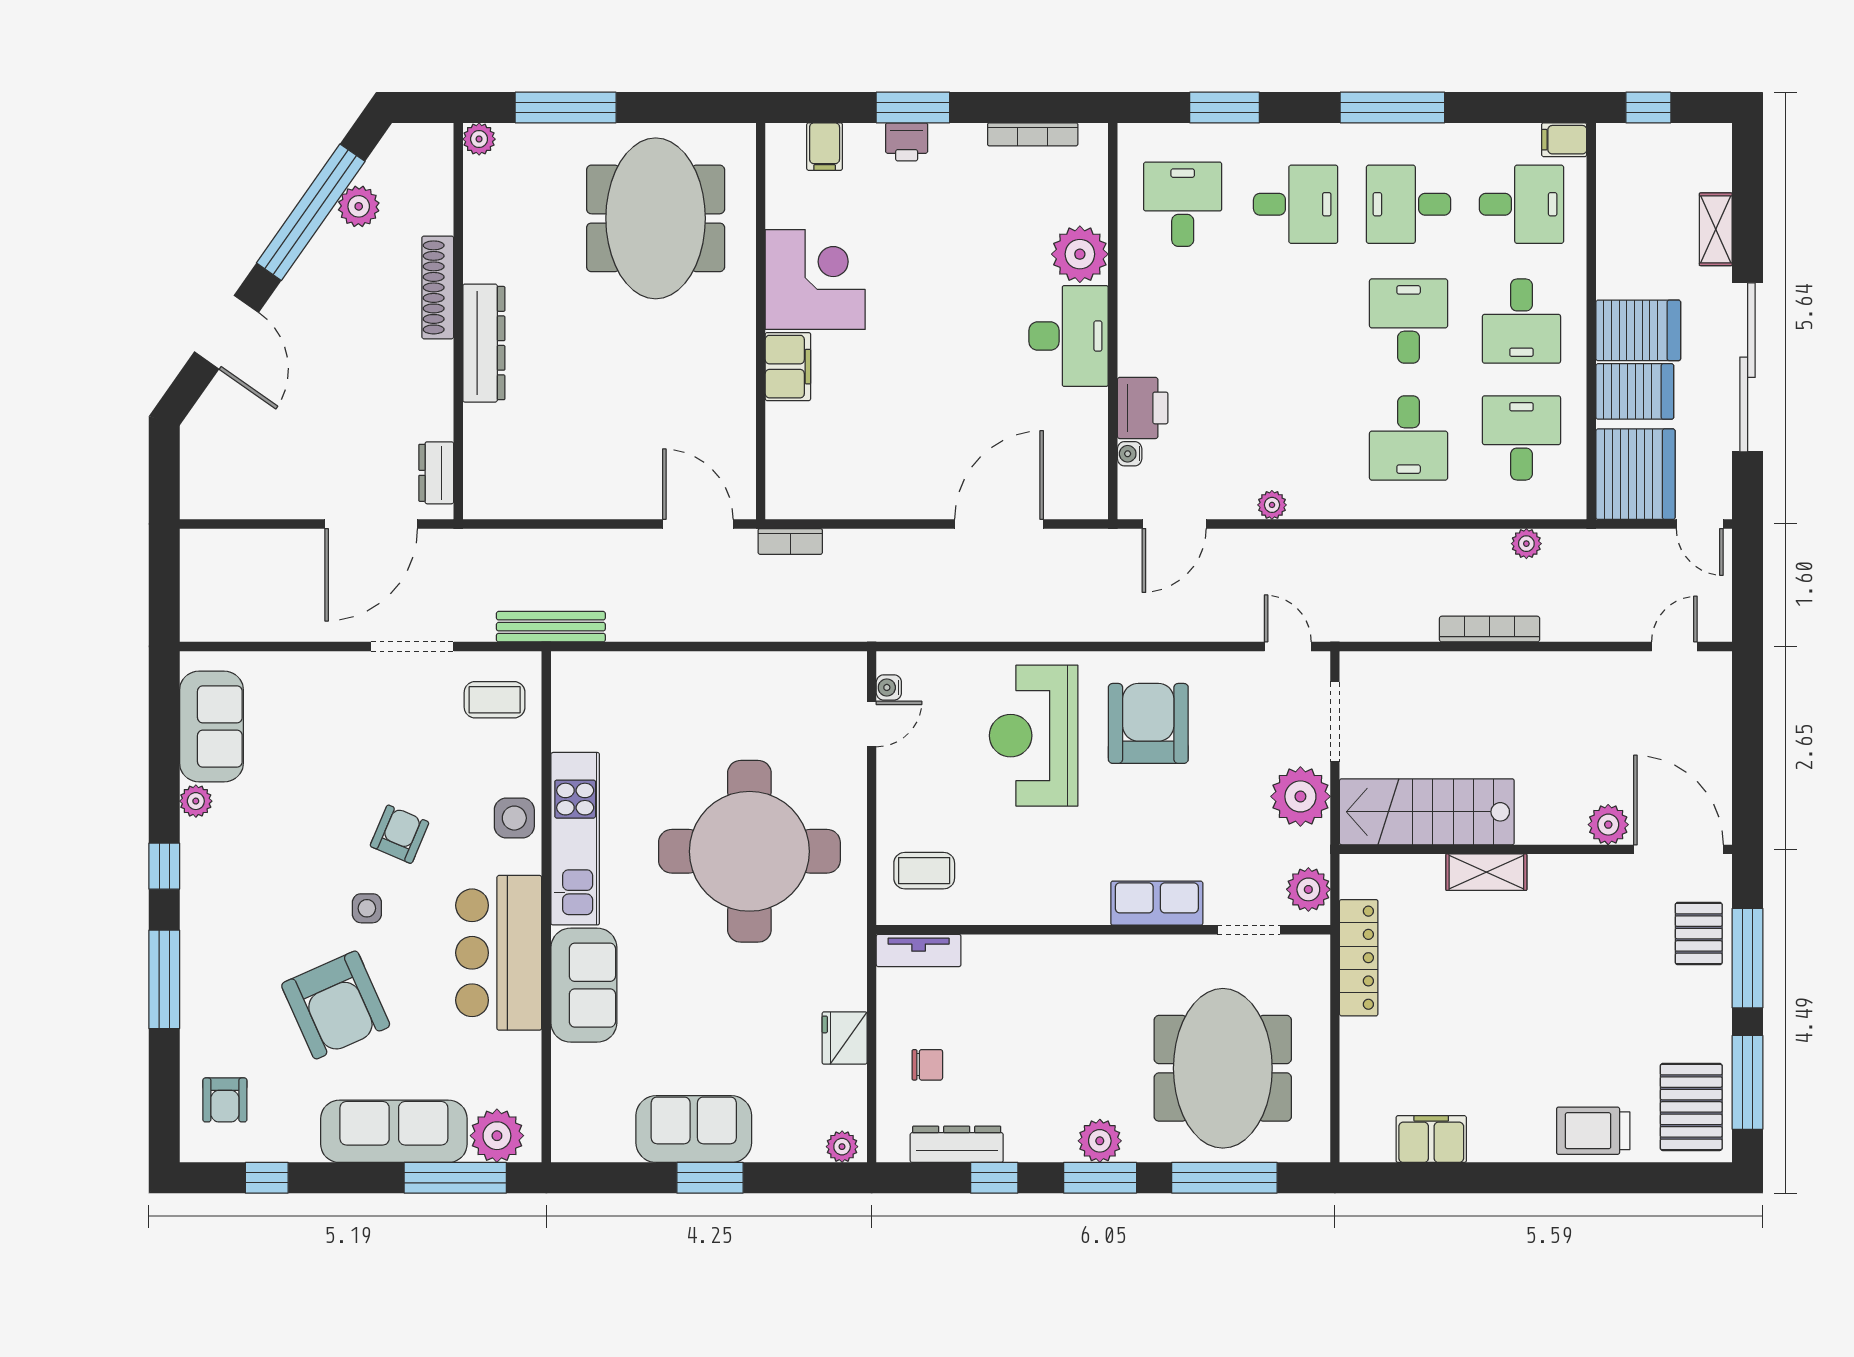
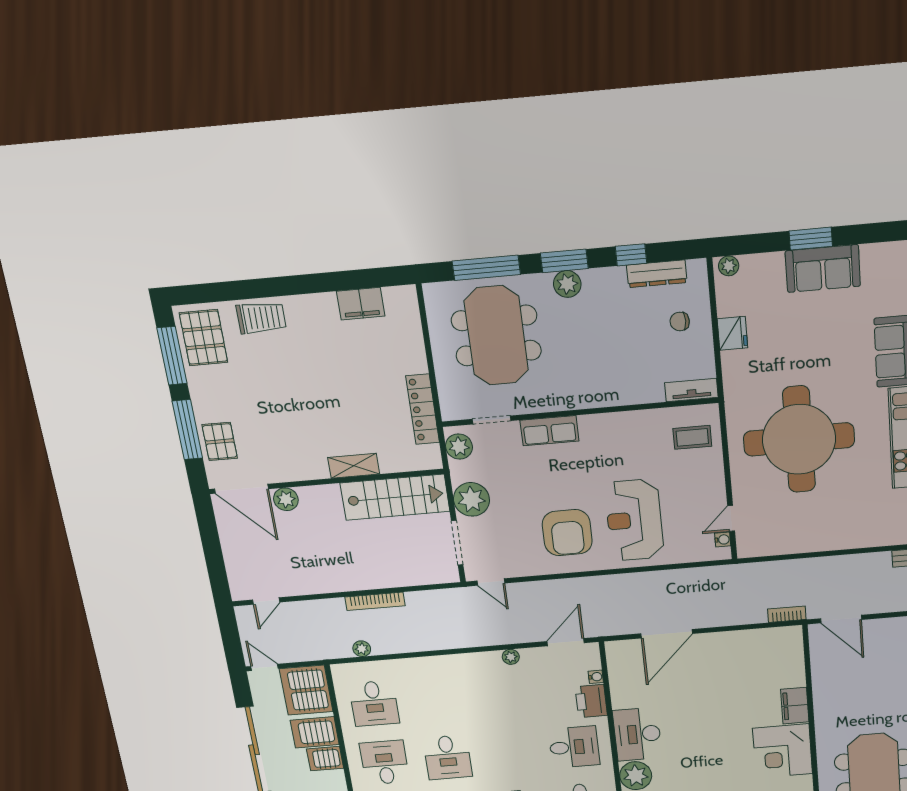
server rack: (1638, 330) -> (325, 759), width x0.73, depth x0.70
desk: (1409, 438) -> (574, 747), moved, turned 90
reception desk: (1034, 736) -> (634, 520), turned 180

